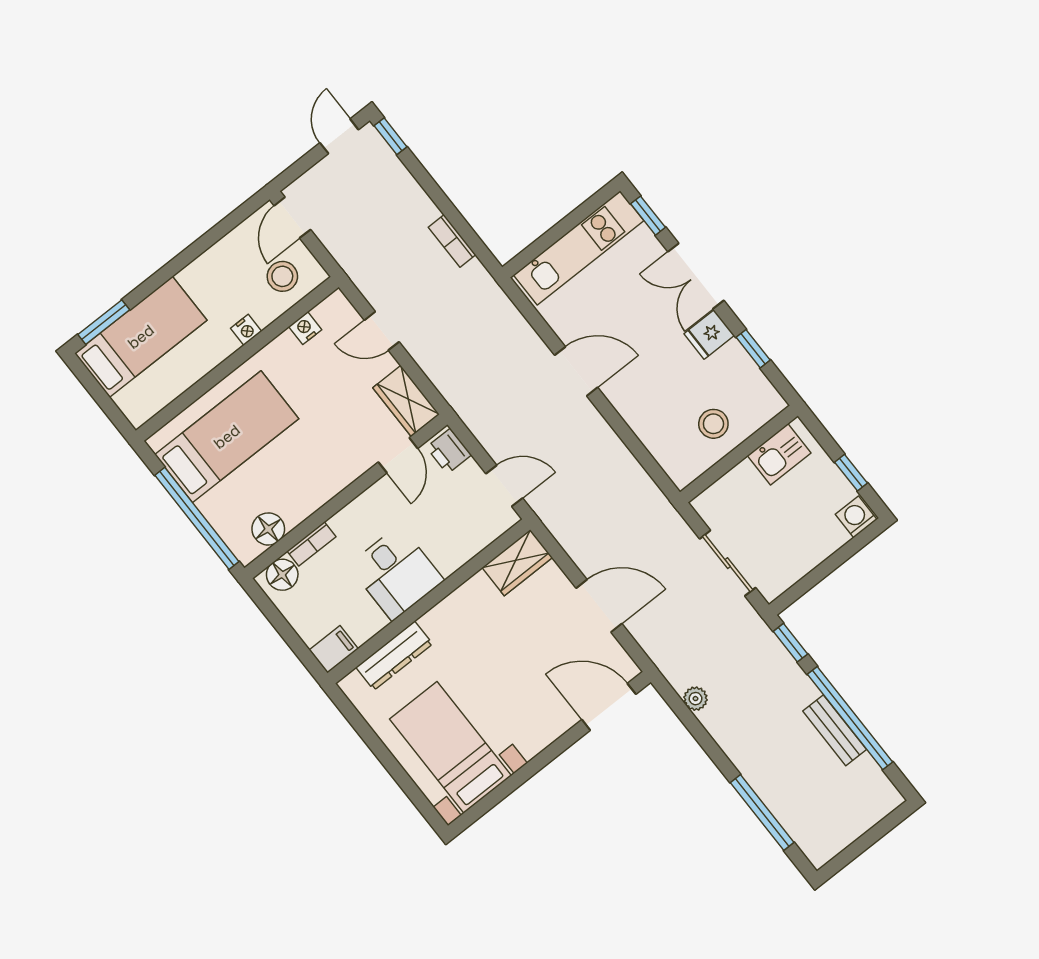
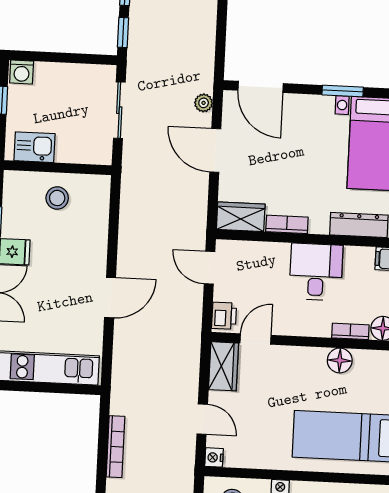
bookcase: (452, 241) -> (116, 447), width x1.56
nightstand: (305, 328) -> (214, 457), moved, turned 90
door: (576, 371) -> (110, 298), swing flipped
floor lamp: (268, 529) -> (340, 360), moved
bookcase: (465, 595) -> (287, 224), added
plant: (695, 699) -> (204, 103), moved
window: (525, 773) -> (343, 91), added

